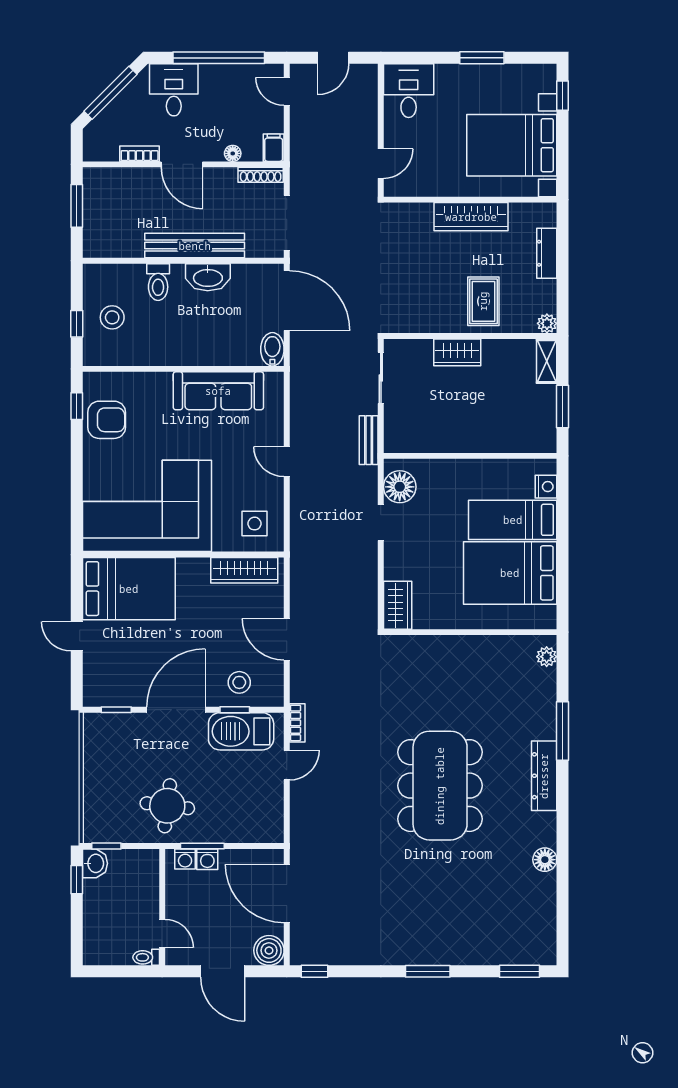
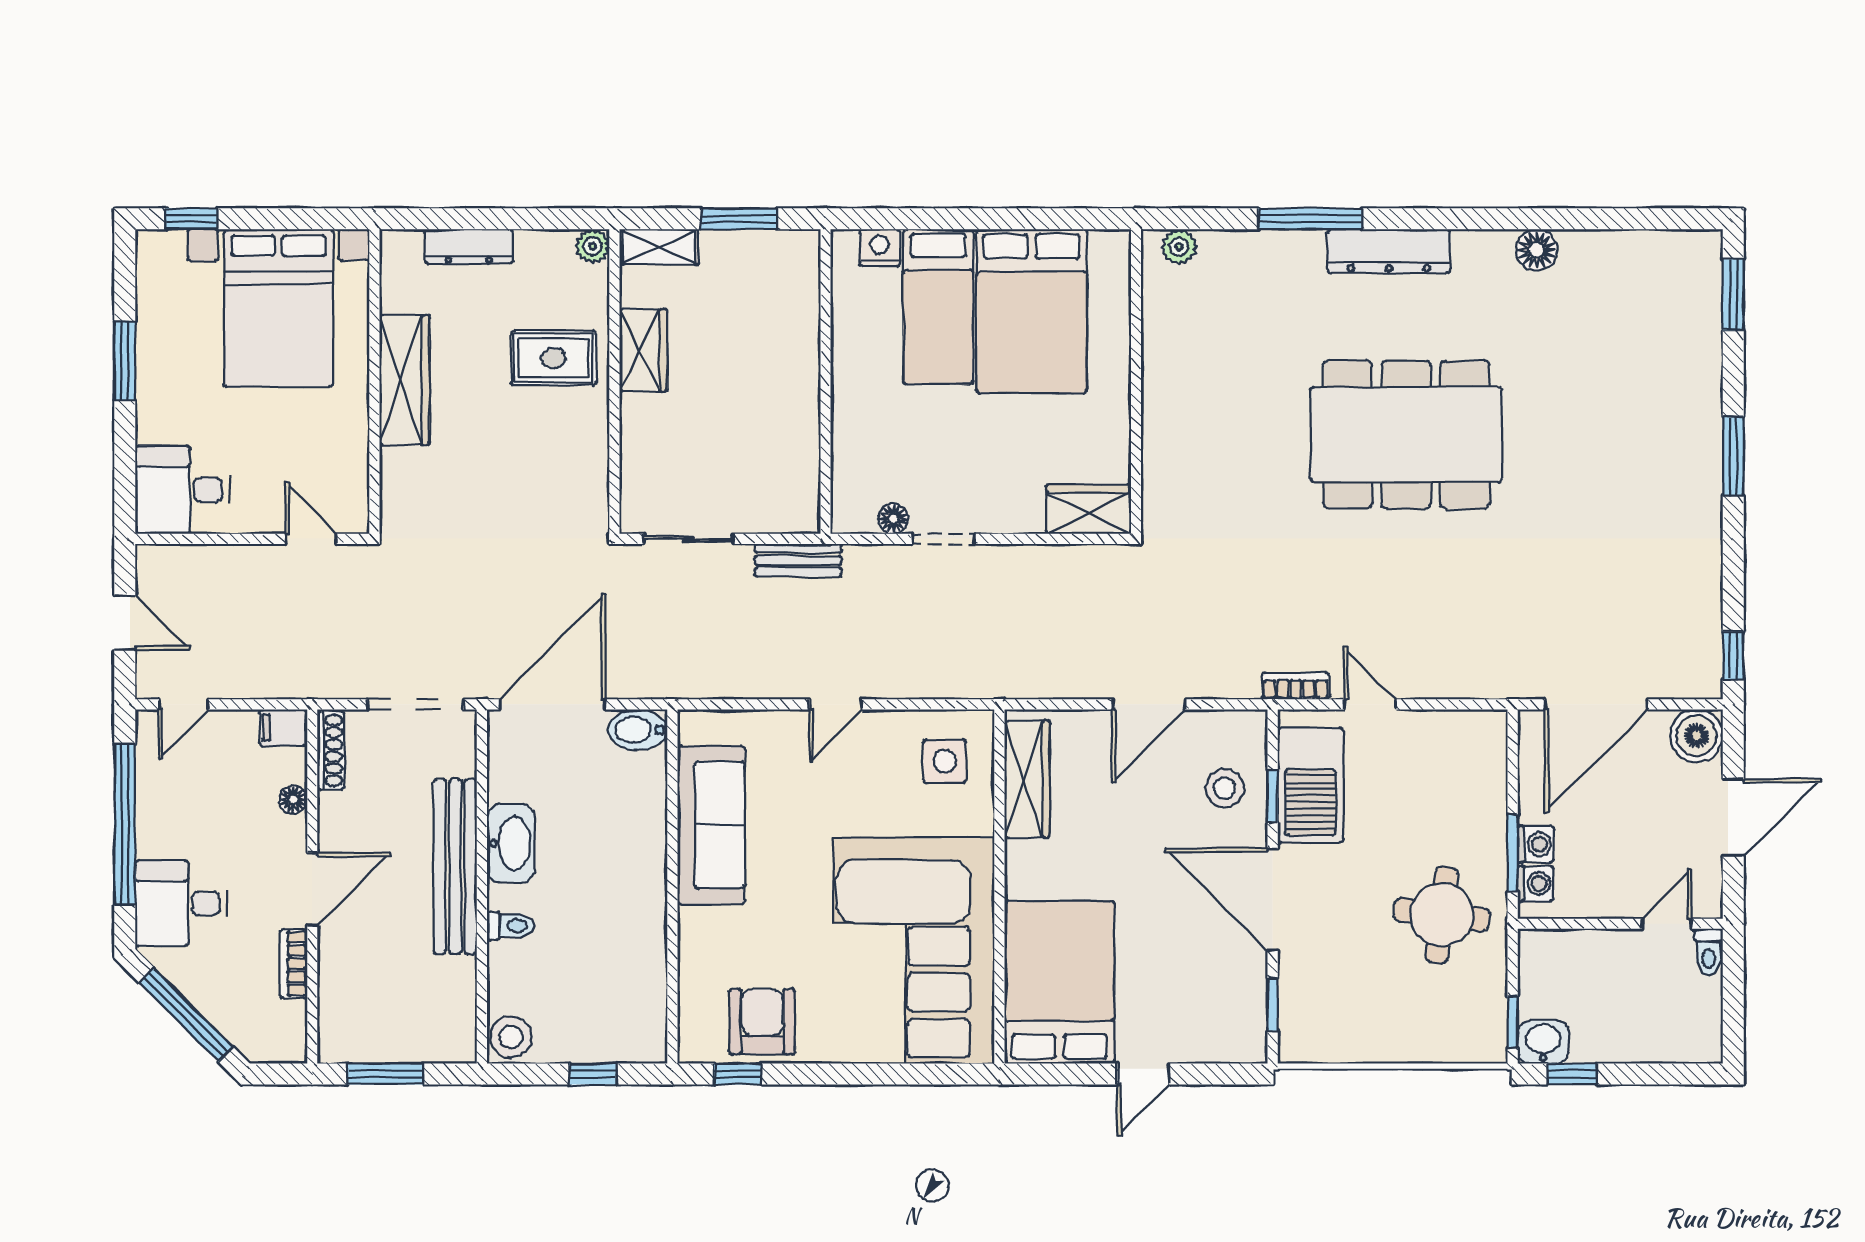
toilet: (158, 282) -> (510, 926), width x0.73, depth x0.72
stool: (112, 317) -> (511, 1037), moved
wardrobe: (457, 352) -> (643, 350), moved
floor lamp: (400, 487) -> (893, 519), width x0.53, depth x0.53

